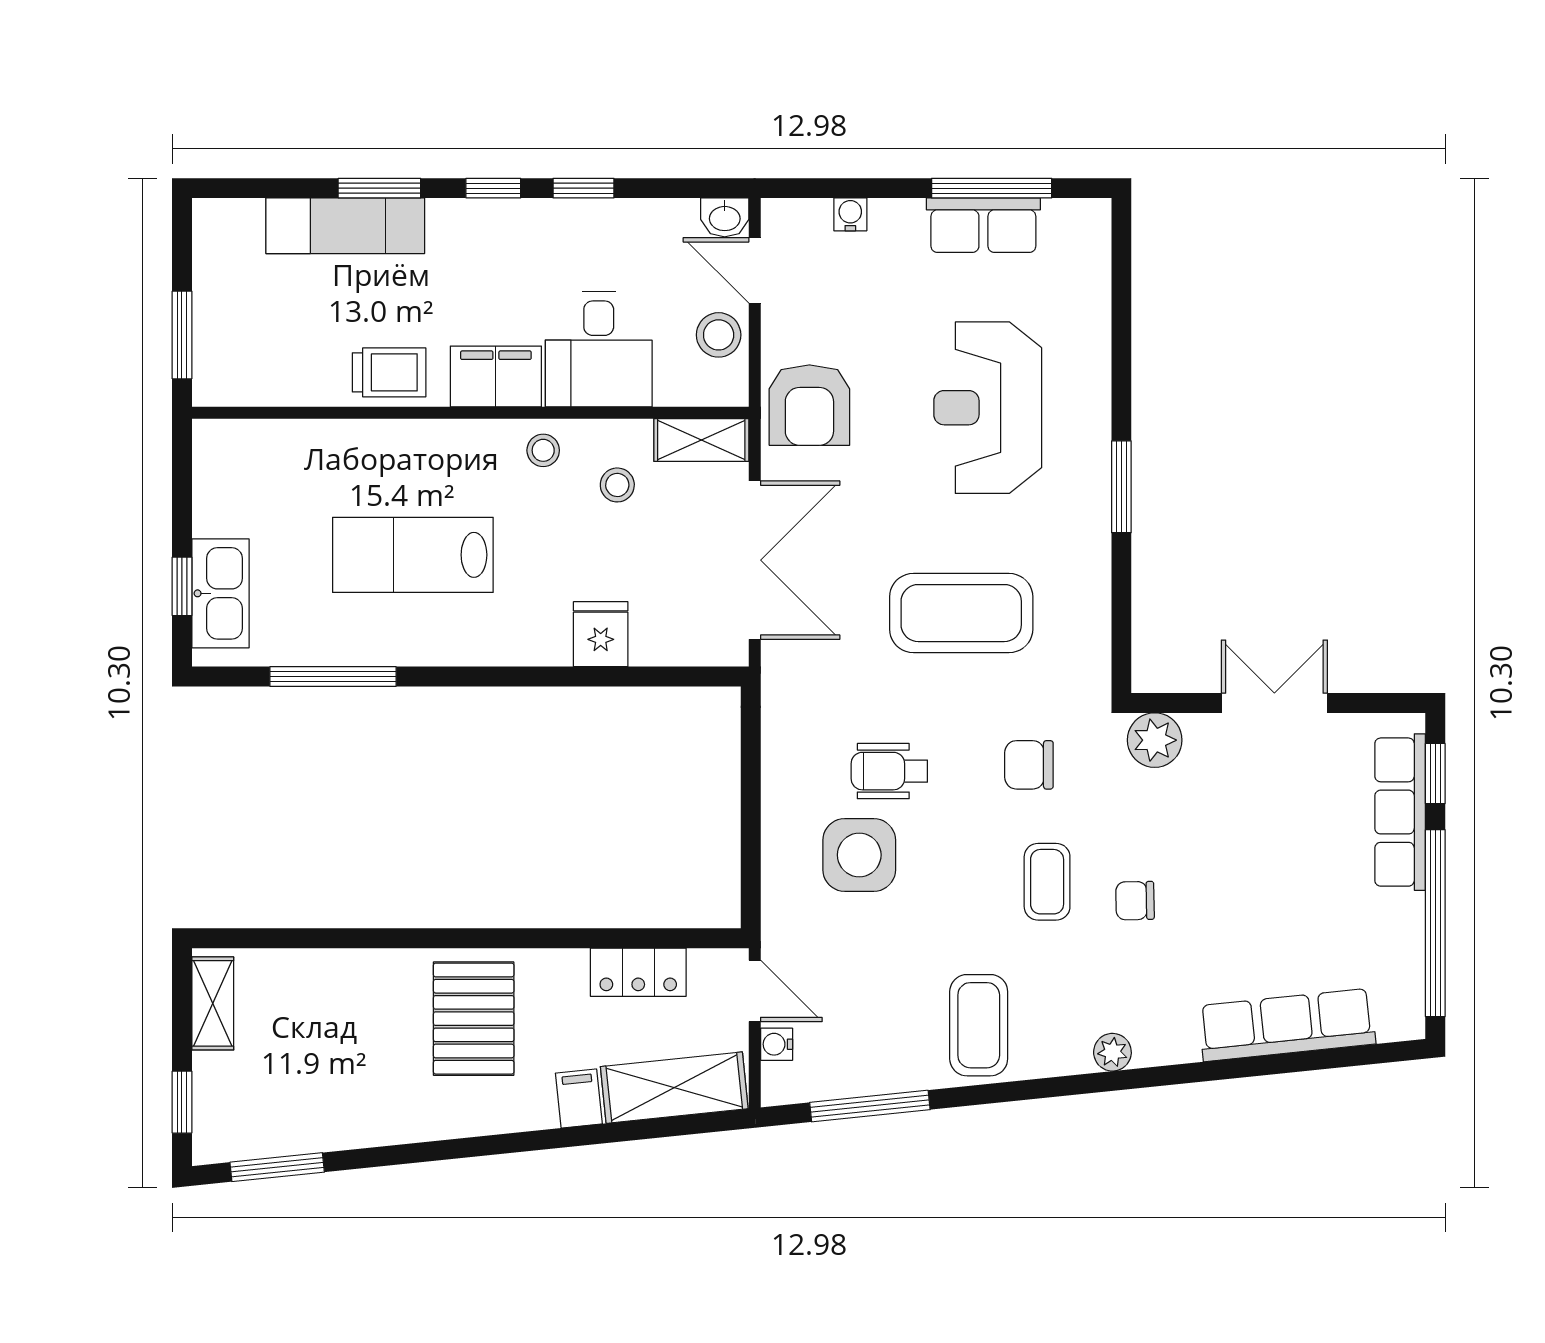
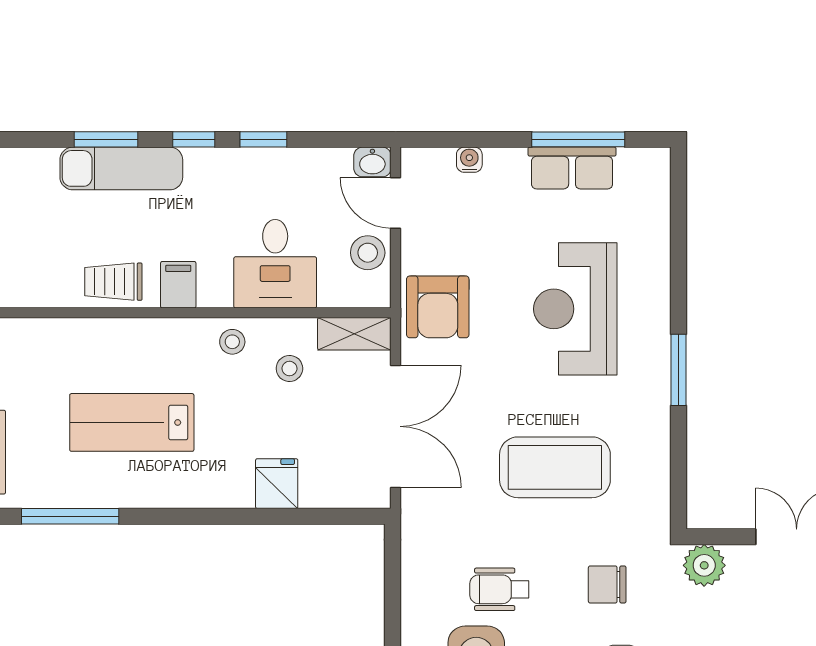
exam couch: (345, 226) -> (121, 168), moved
trolley: (389, 372) -> (113, 282), turned 180
filing cabinet: (496, 376) -> (178, 285), width x0.50

